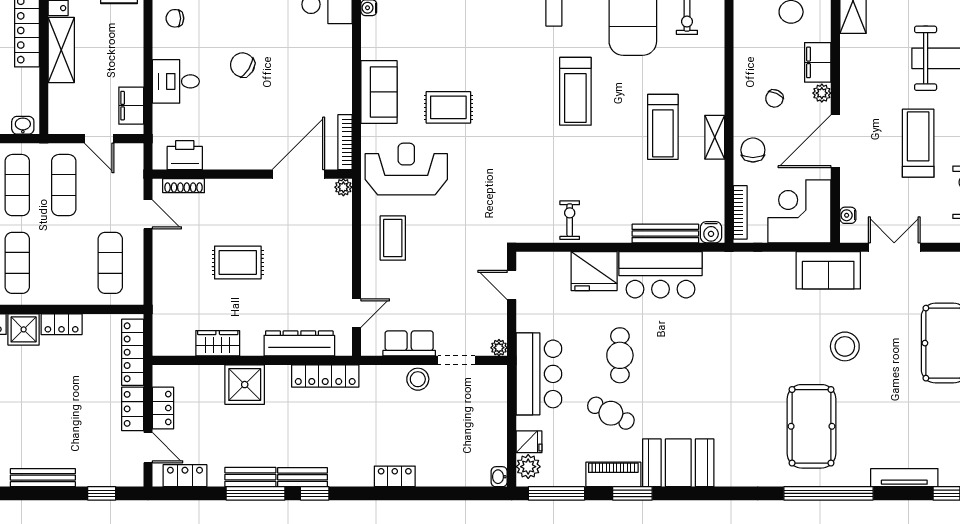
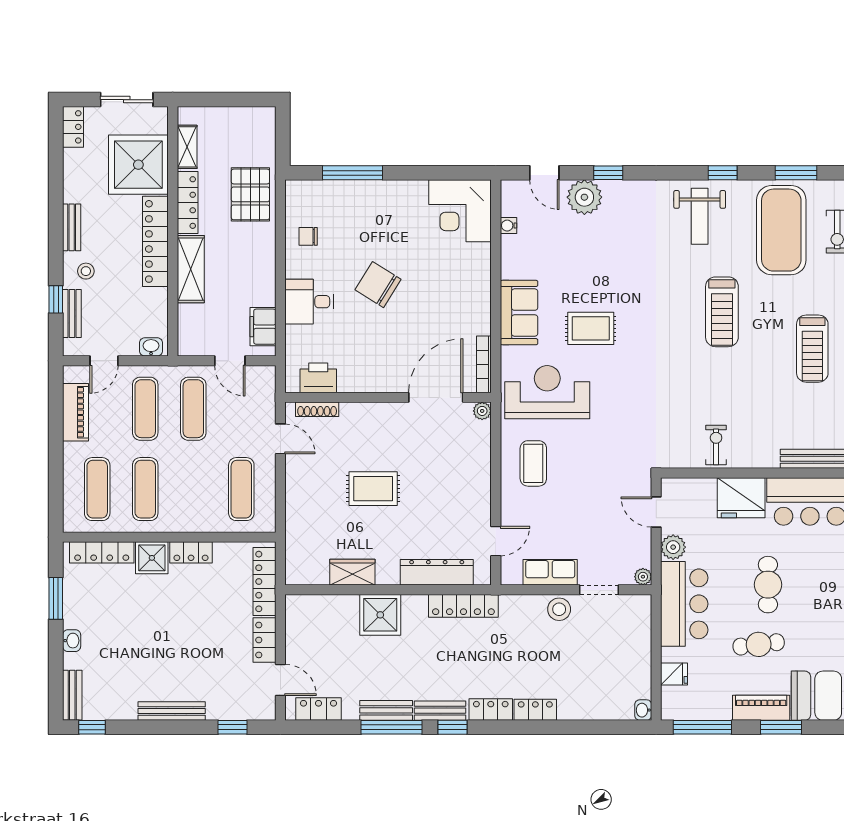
chair: (243, 65) -> (378, 285), width x1.37, depth x1.37
locker: (163, 408) -> (491, 710), moved, turned -90
cafe table: (611, 413) -> (759, 644), turned -34
plant: (528, 467) -> (673, 547), moved

